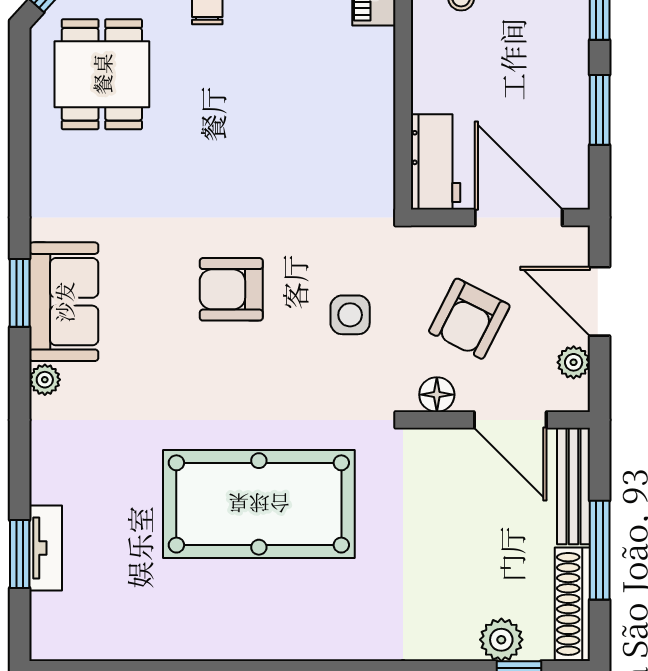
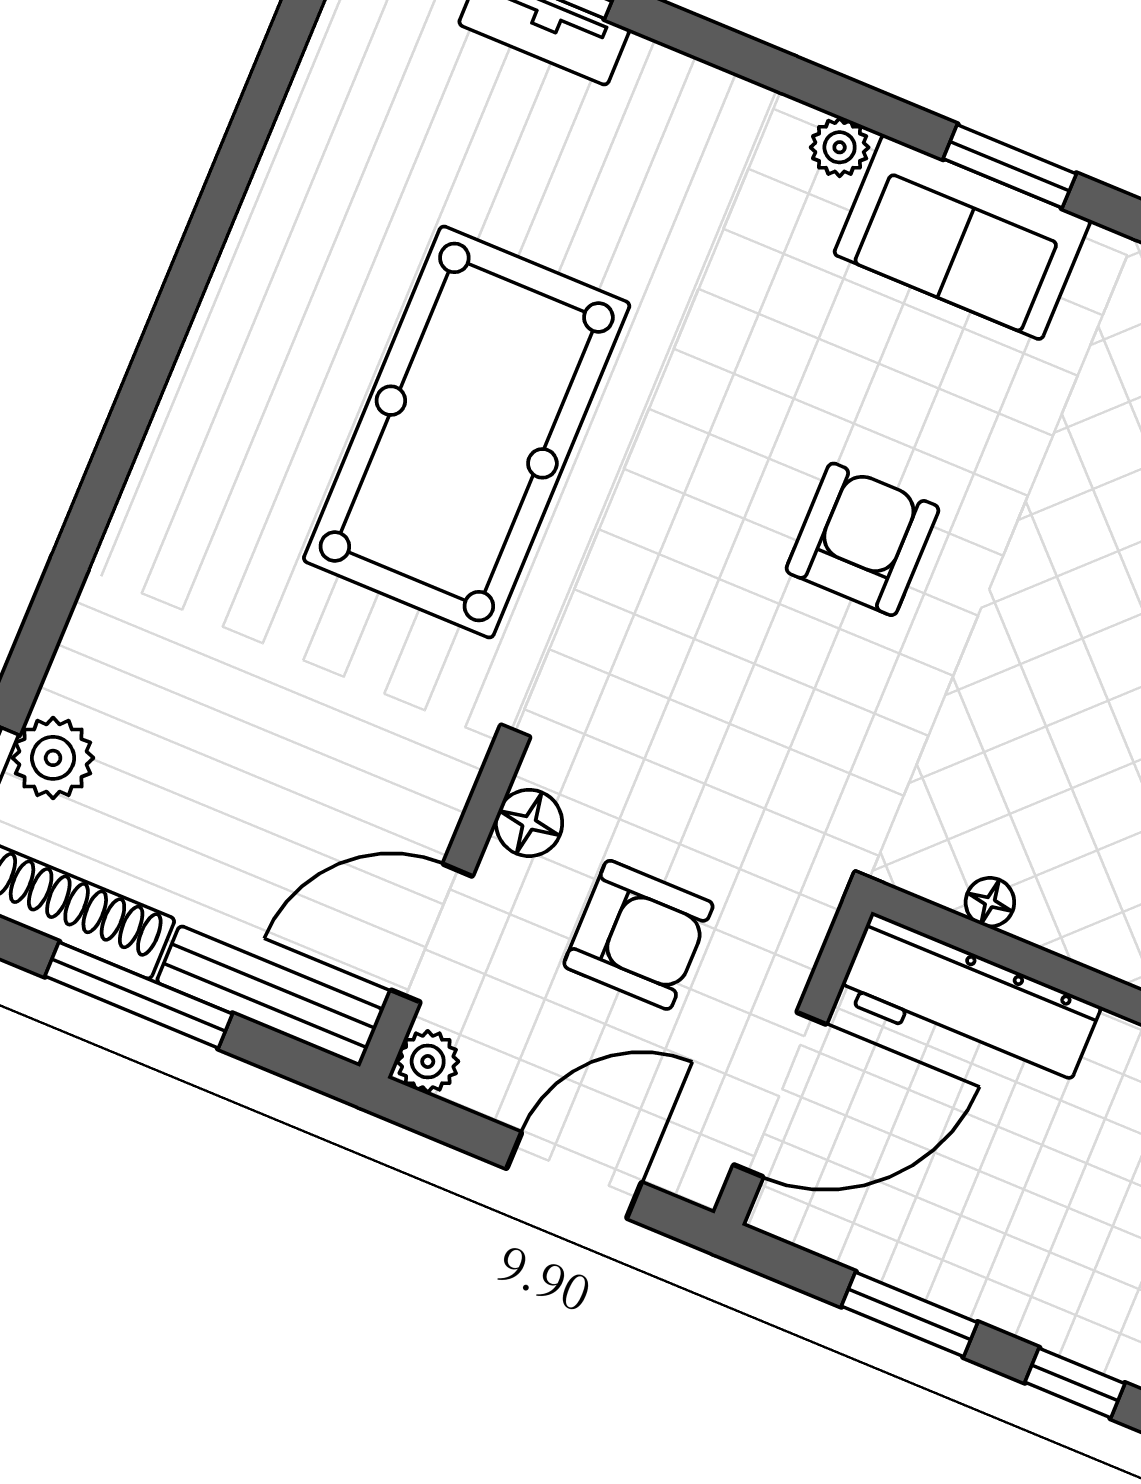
floor lamp: (382, 154) -> (990, 902), added
workbench: (436, 162) -> (969, 1002), width x1.38
side table: (350, 315) -> (732, 729), removed
armchair: (469, 319) -> (638, 935), turned 153
plant: (574, 362) -> (428, 1061), moved

